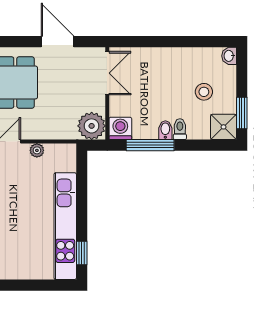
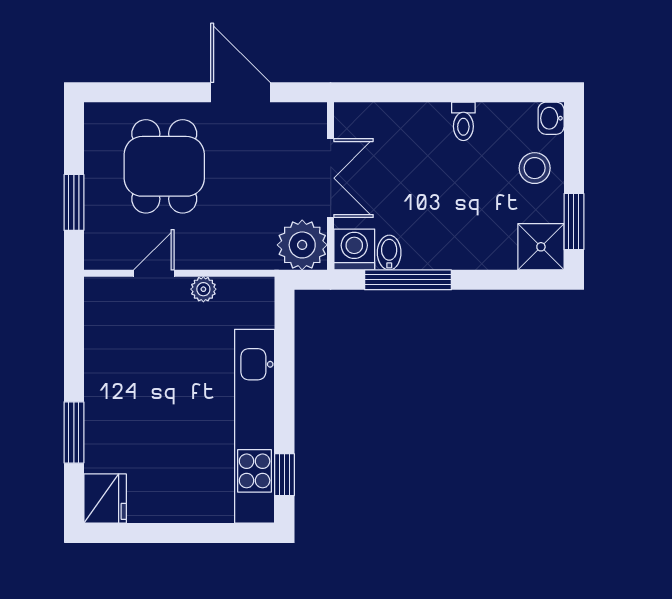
double door: (107, 73) -> (331, 178), moved
stool: (204, 92) -> (535, 168), moved
toilet: (180, 129) -> (463, 121), moved, turned 180
bidet: (165, 130) -> (389, 253), moved

